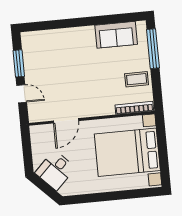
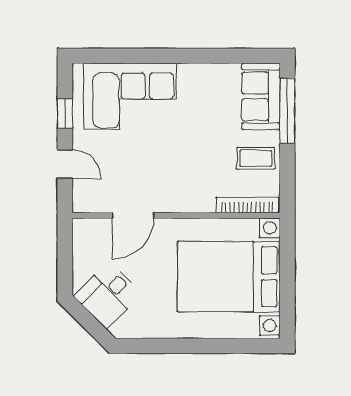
sofa: (116, 35) -> (261, 96), moved, turned 90
corner sofa: (57, 49) -> (130, 96), added
window: (19, 63) -> (65, 114), width x0.67

